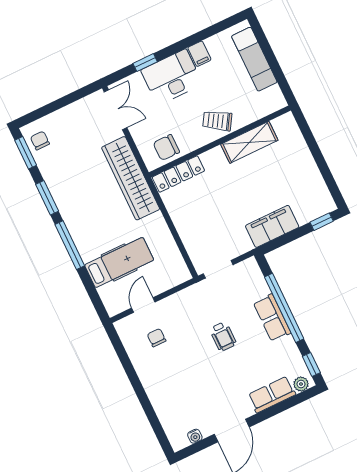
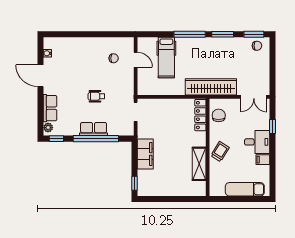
desk: (172, 77) -> (257, 142), width x0.73

